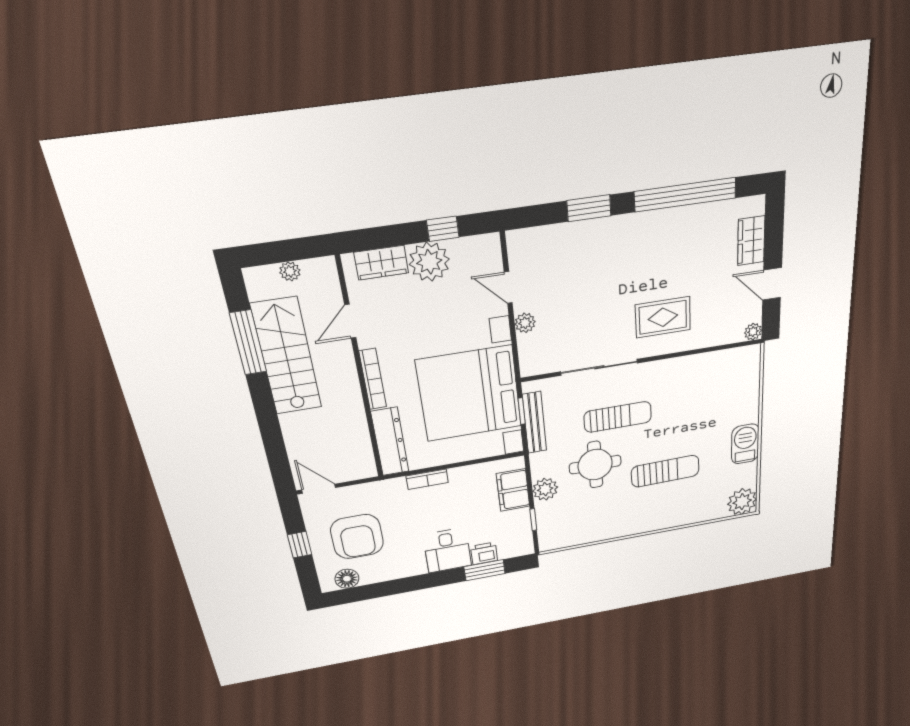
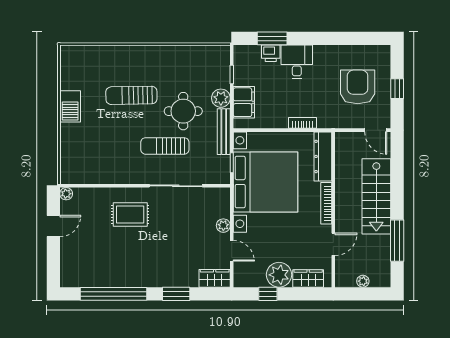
wardrobe: (751, 241) -> (215, 278), moved, turned -90
door: (772, 284) -> (53, 226), hinge flipped
stairs: (287, 357) -> (376, 196), moved
bench: (535, 423) -> (224, 132), moved
plant: (742, 502) -> (72, 57), removed
floor lamp: (347, 579) -> (371, 53), removed

